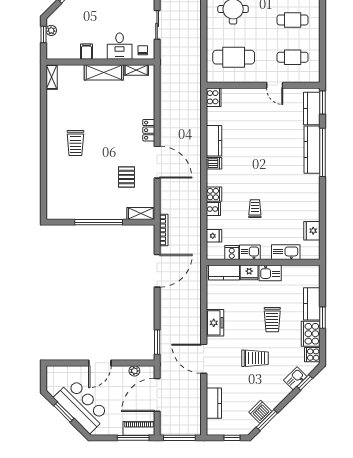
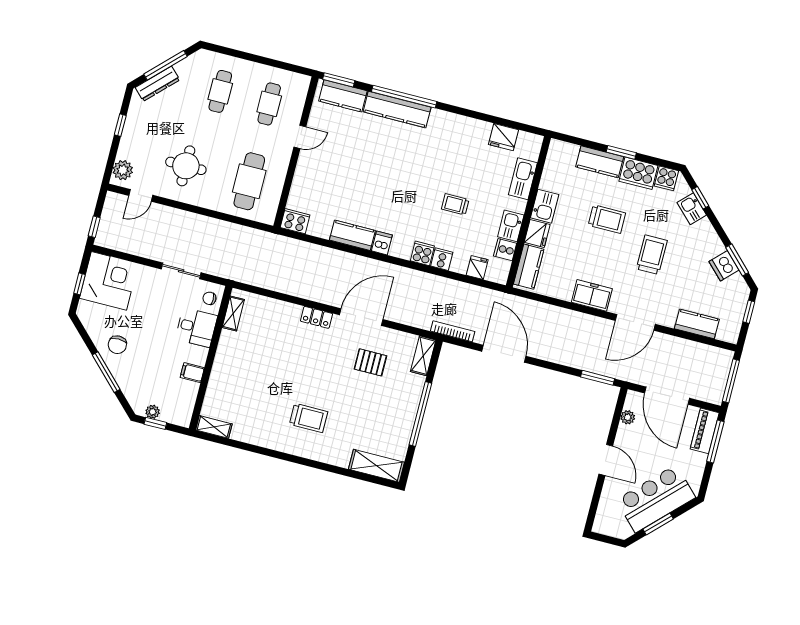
shelving: (104, 72) -> (376, 466), moved, turned 90

